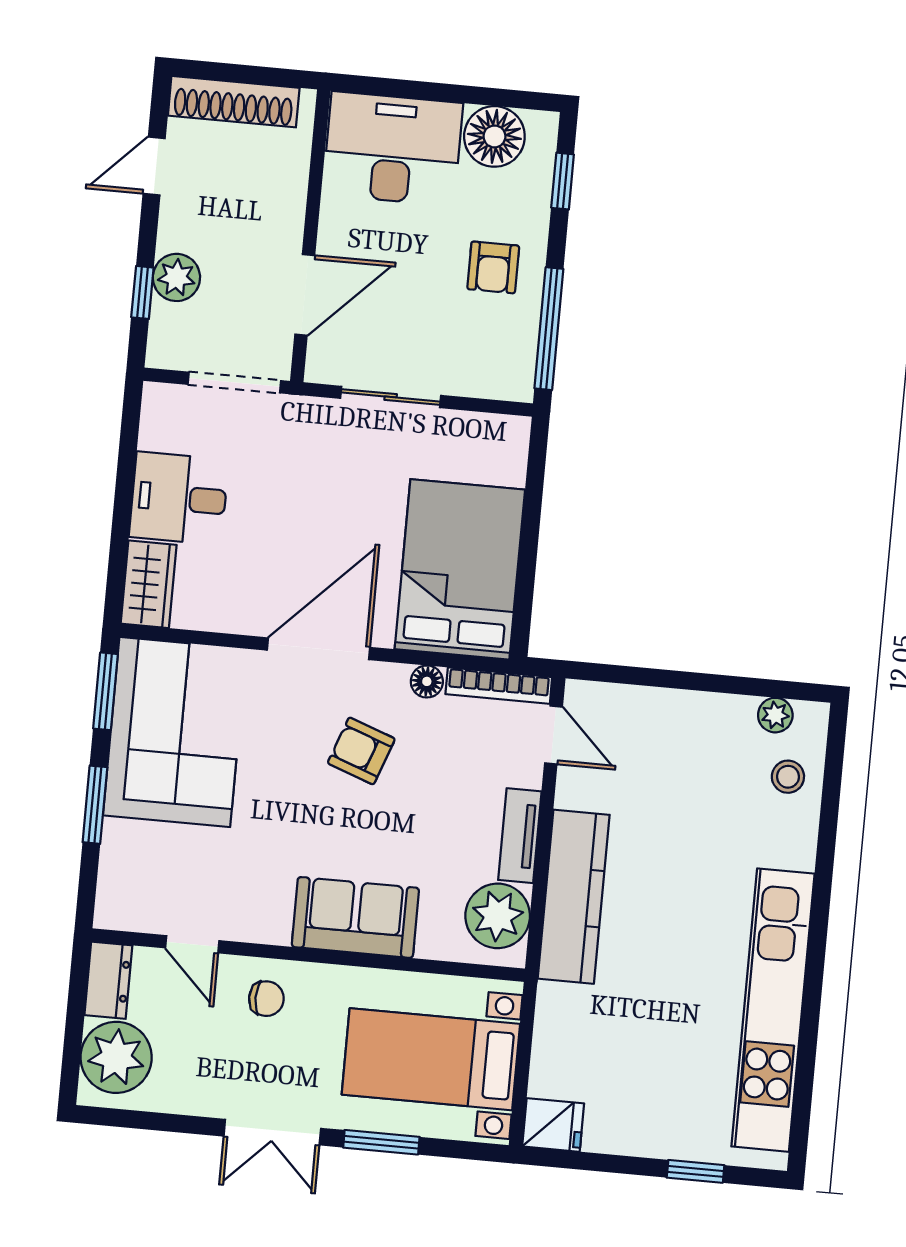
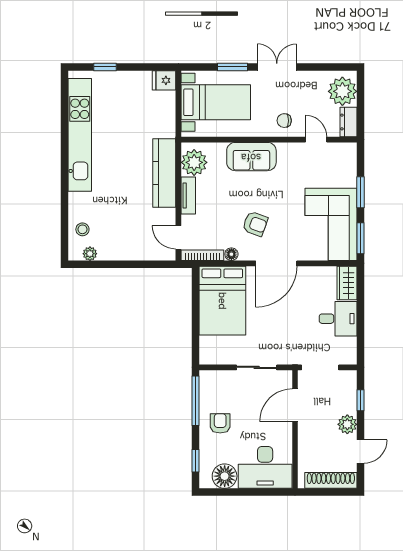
plant: (176, 277) -> (347, 424), moved

